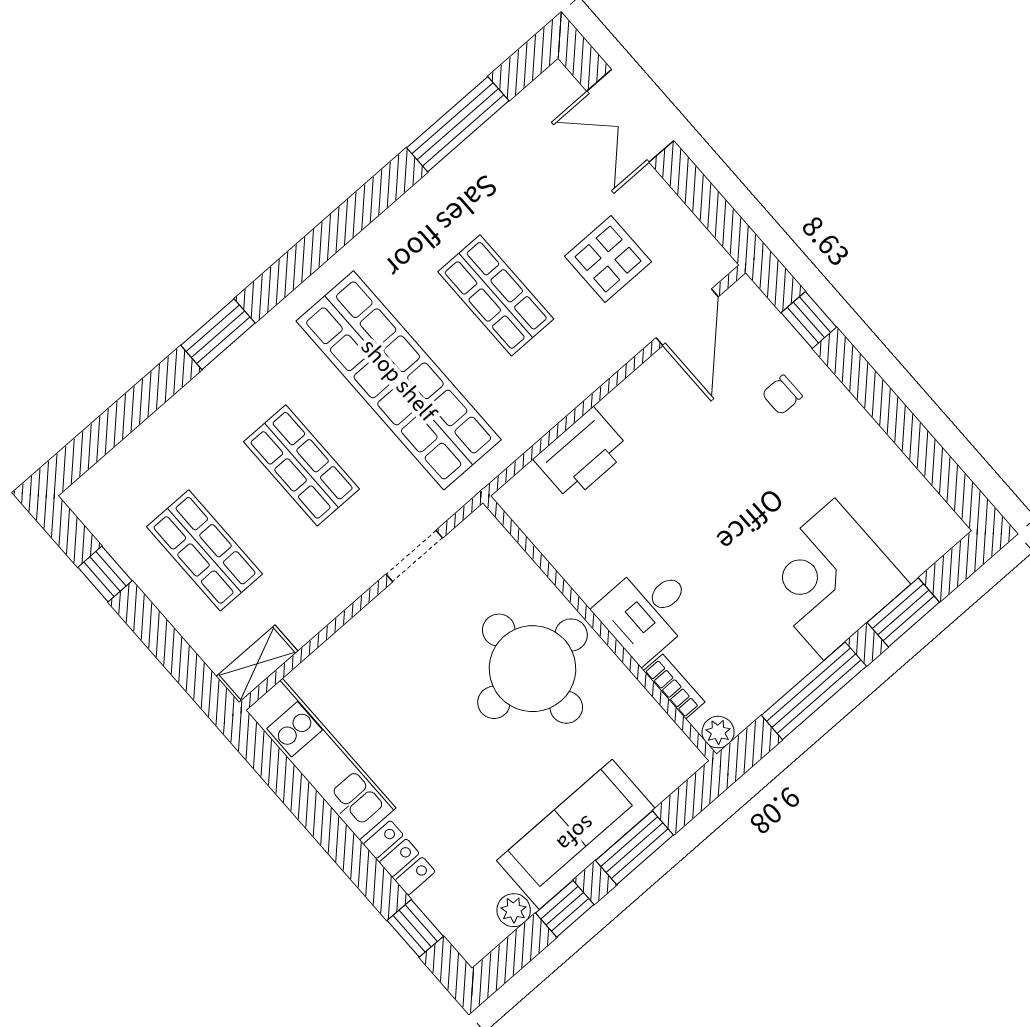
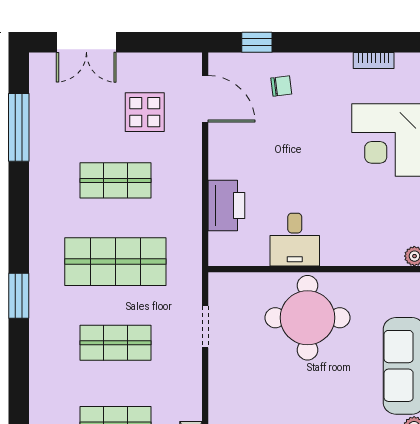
window: (218, 334) -> (19, 296), moved
shop shelf: (399, 380) -> (115, 262), width x0.71
chair: (782, 395) -> (281, 86), turned -97
desk: (647, 611) -> (295, 240), moved
bookcase: (674, 686) -> (374, 60), moved, turned 180

